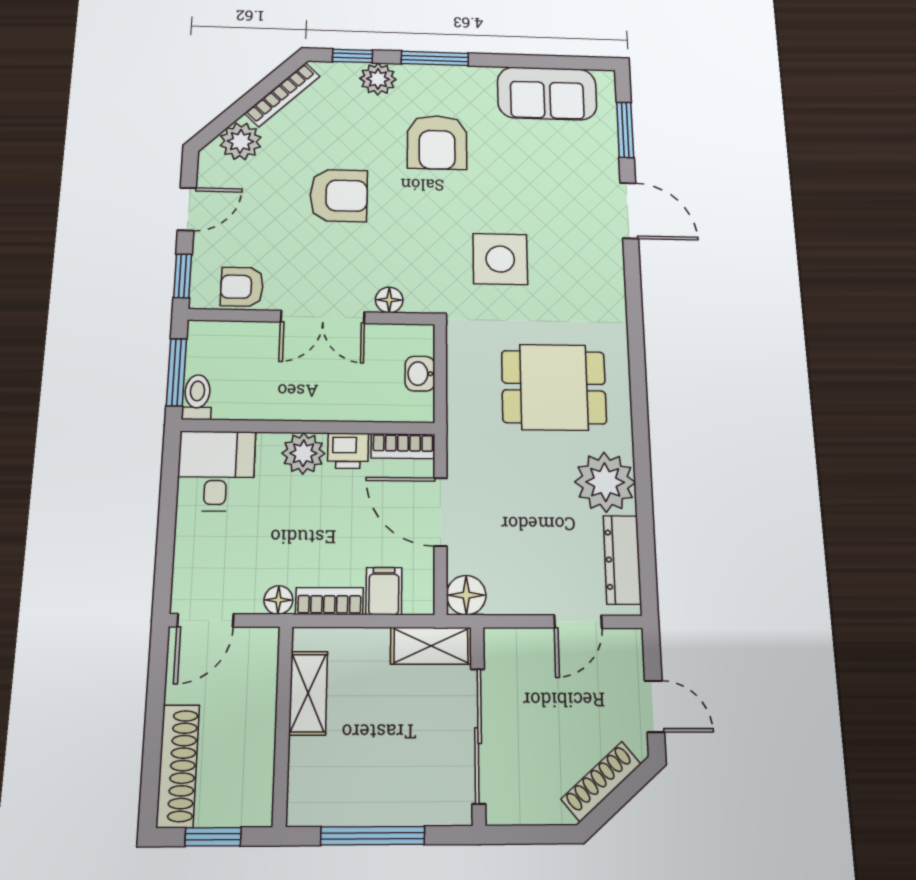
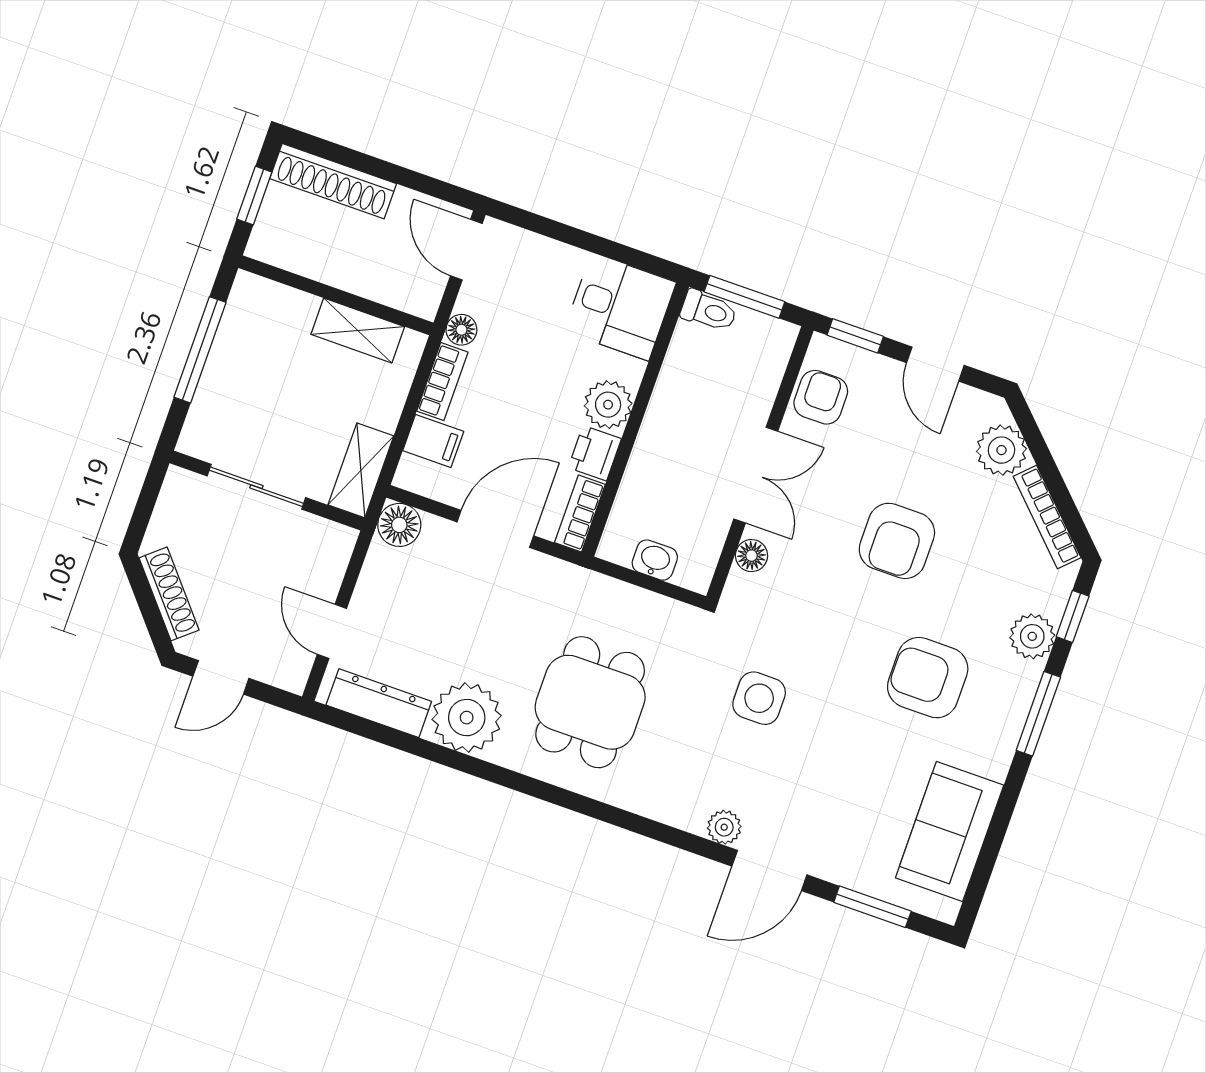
plant: (610, 254) -> (724, 827), added
side table: (500, 259) -> (759, 698), width x0.73, depth x0.73
double door: (323, 317) -> (756, 475), swing flipped
sliding door: (478, 736) -> (256, 487), width x0.73

